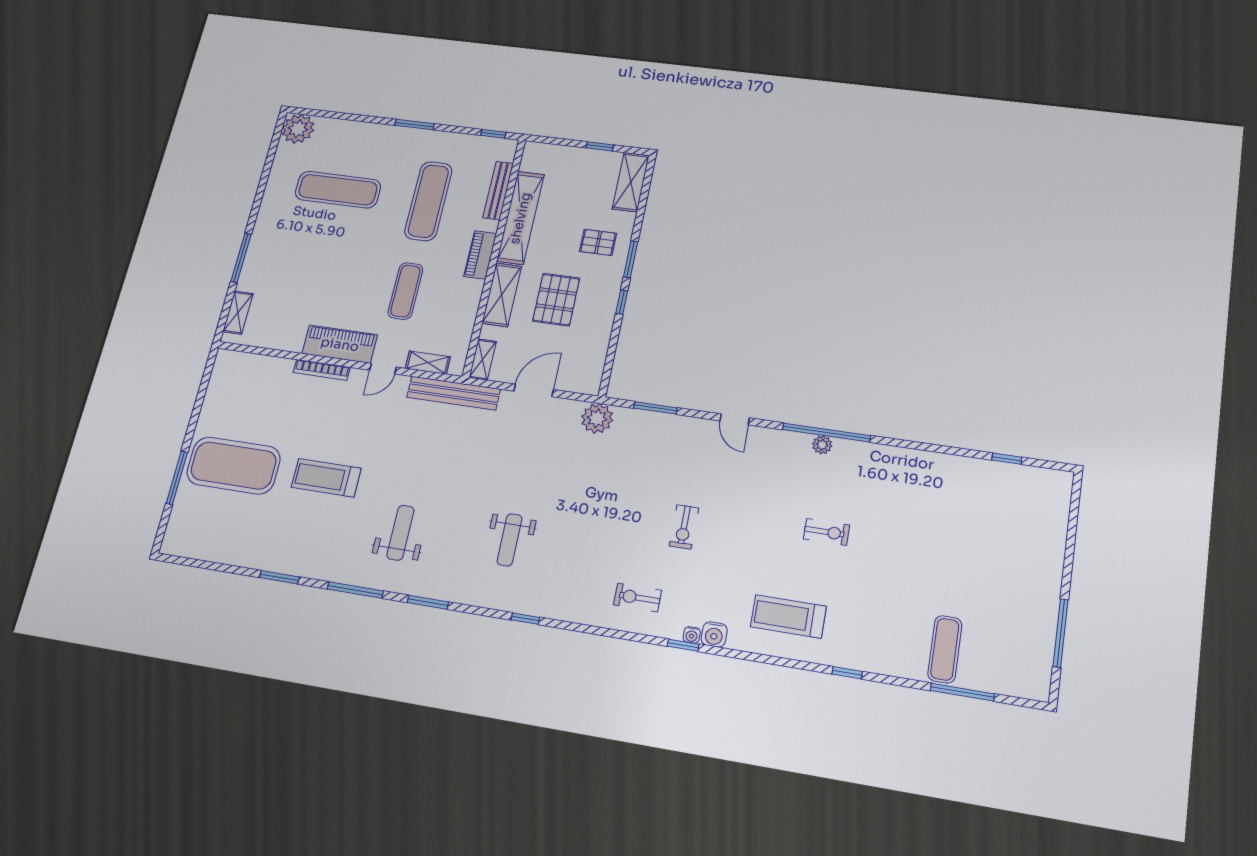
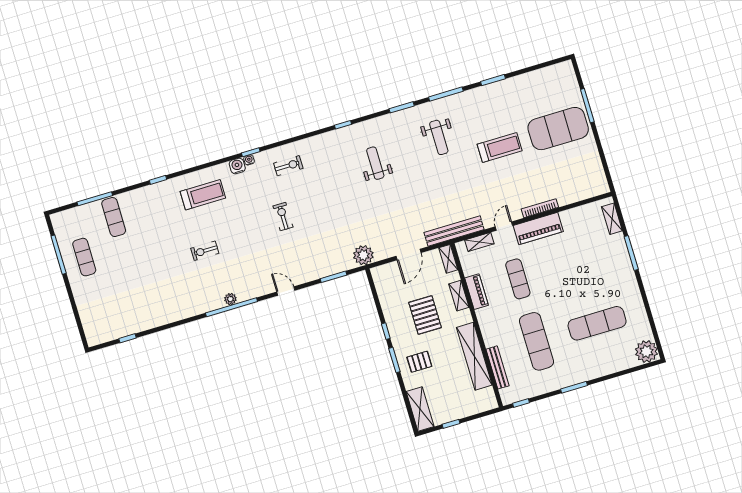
piano: (480, 255) -> (477, 292), moved
shelving: (502, 295) -> (459, 296), width x0.67, depth x0.75
exercise mat: (1020, 610) -> (84, 257), added

